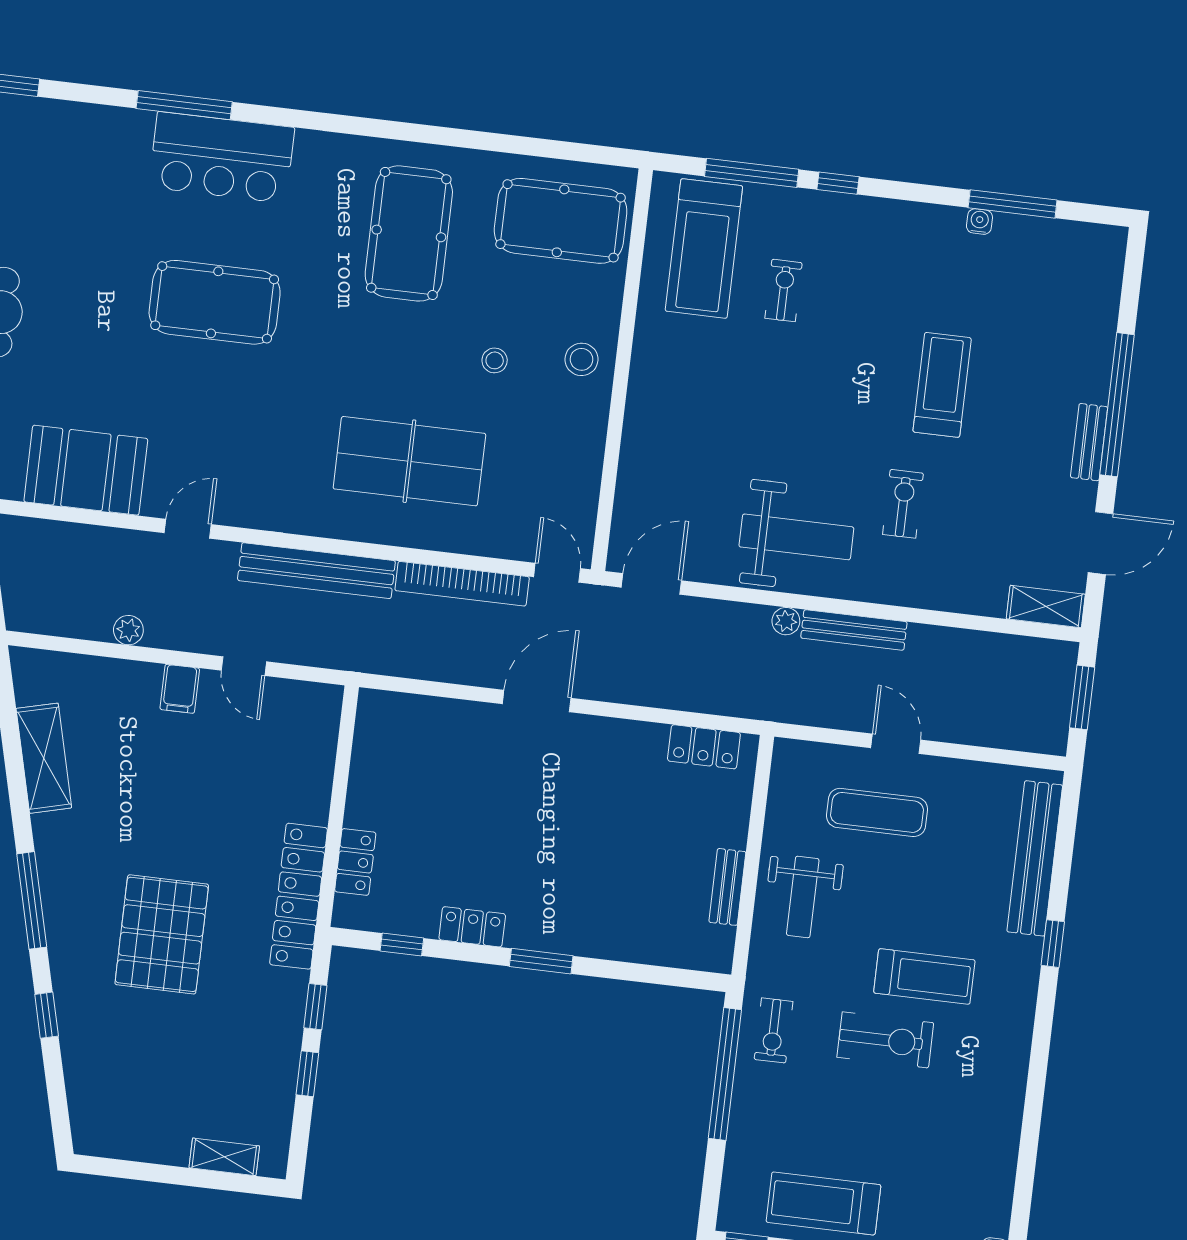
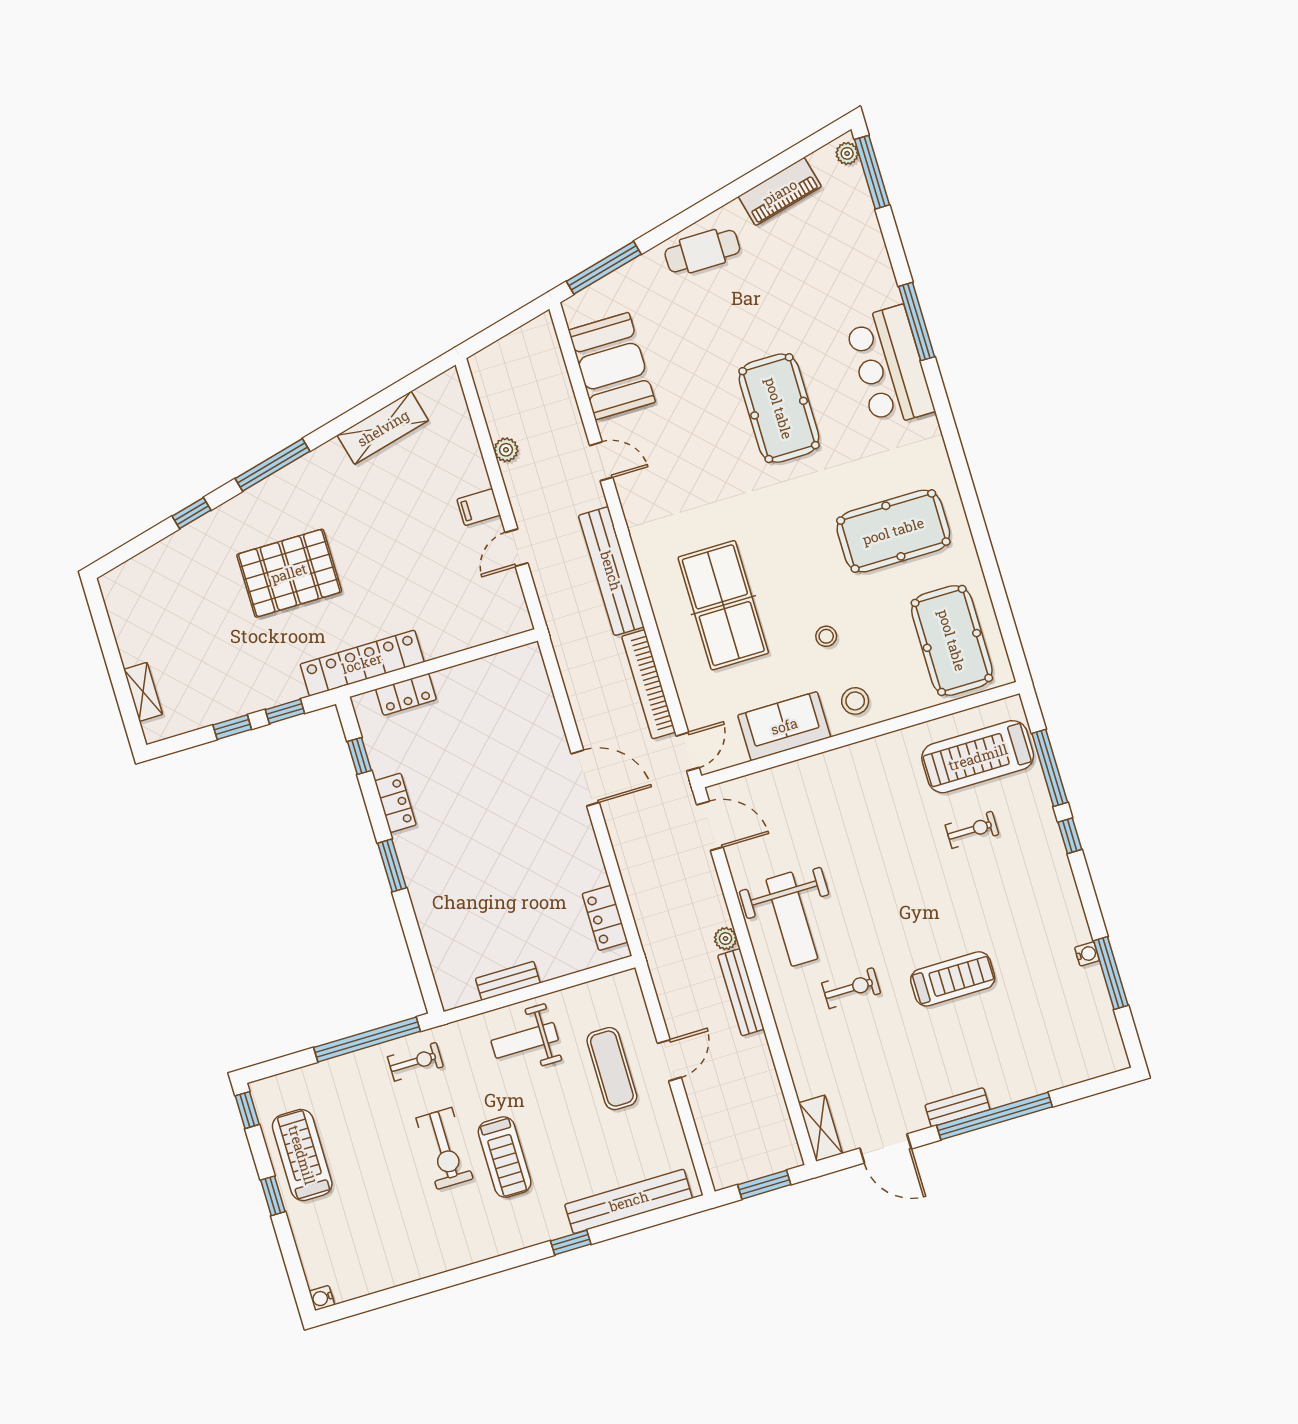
sofa: (575, 452) -> (784, 726), added
exercise bike: (774, 1030) -> (415, 1062), turned 180

